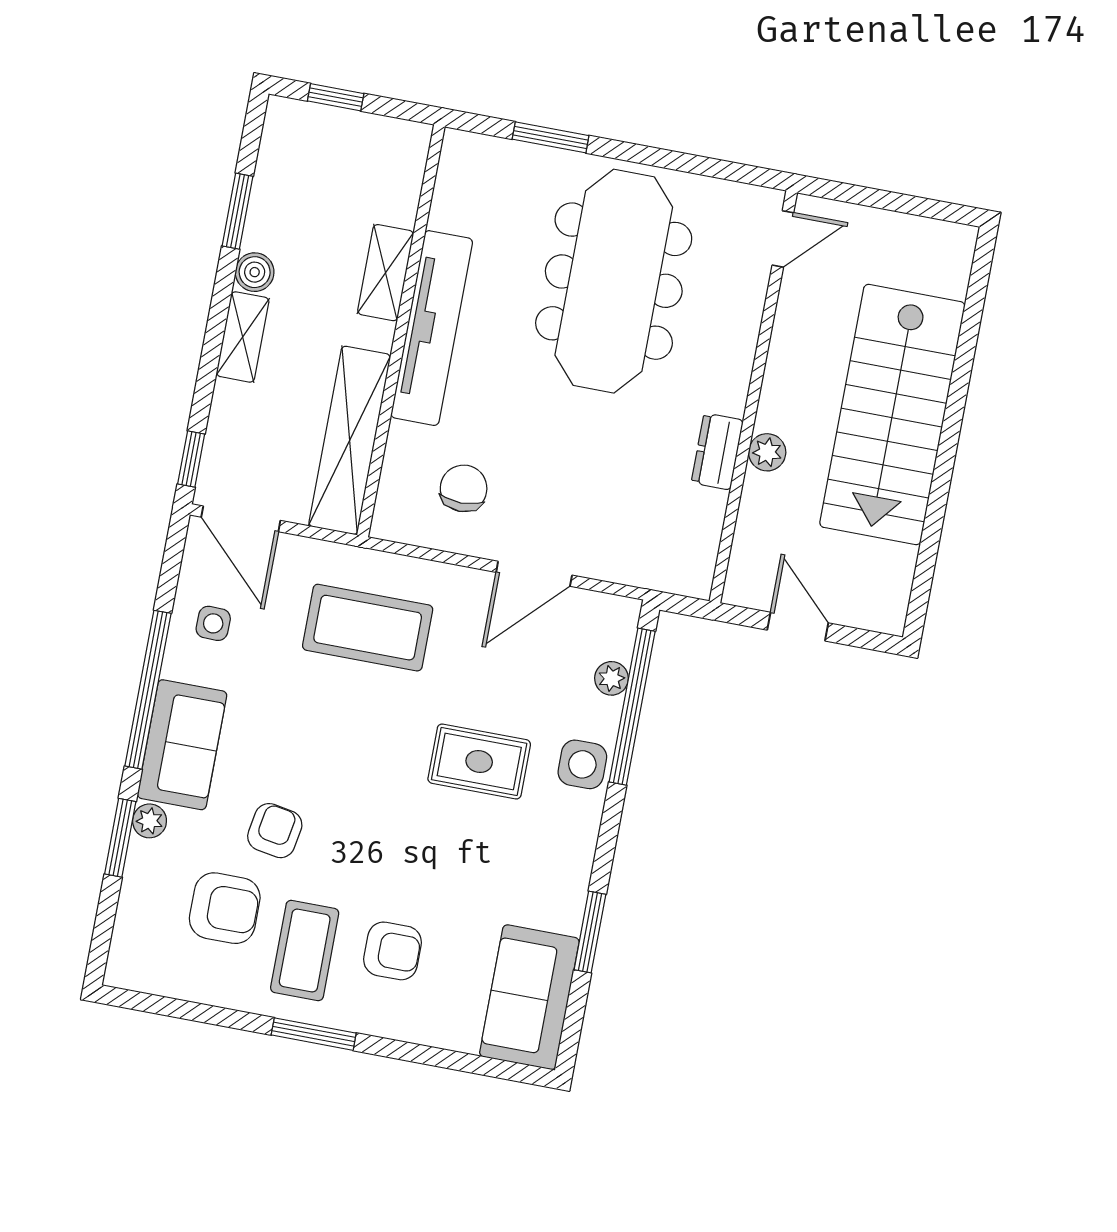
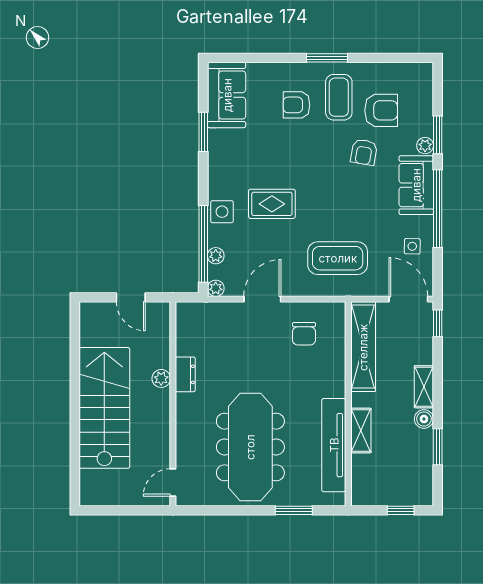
tv unit: (432, 328) -> (334, 445), moved
plant: (624, 613) -> (216, 288), added
armchair: (225, 908) -> (381, 110), turned 180

